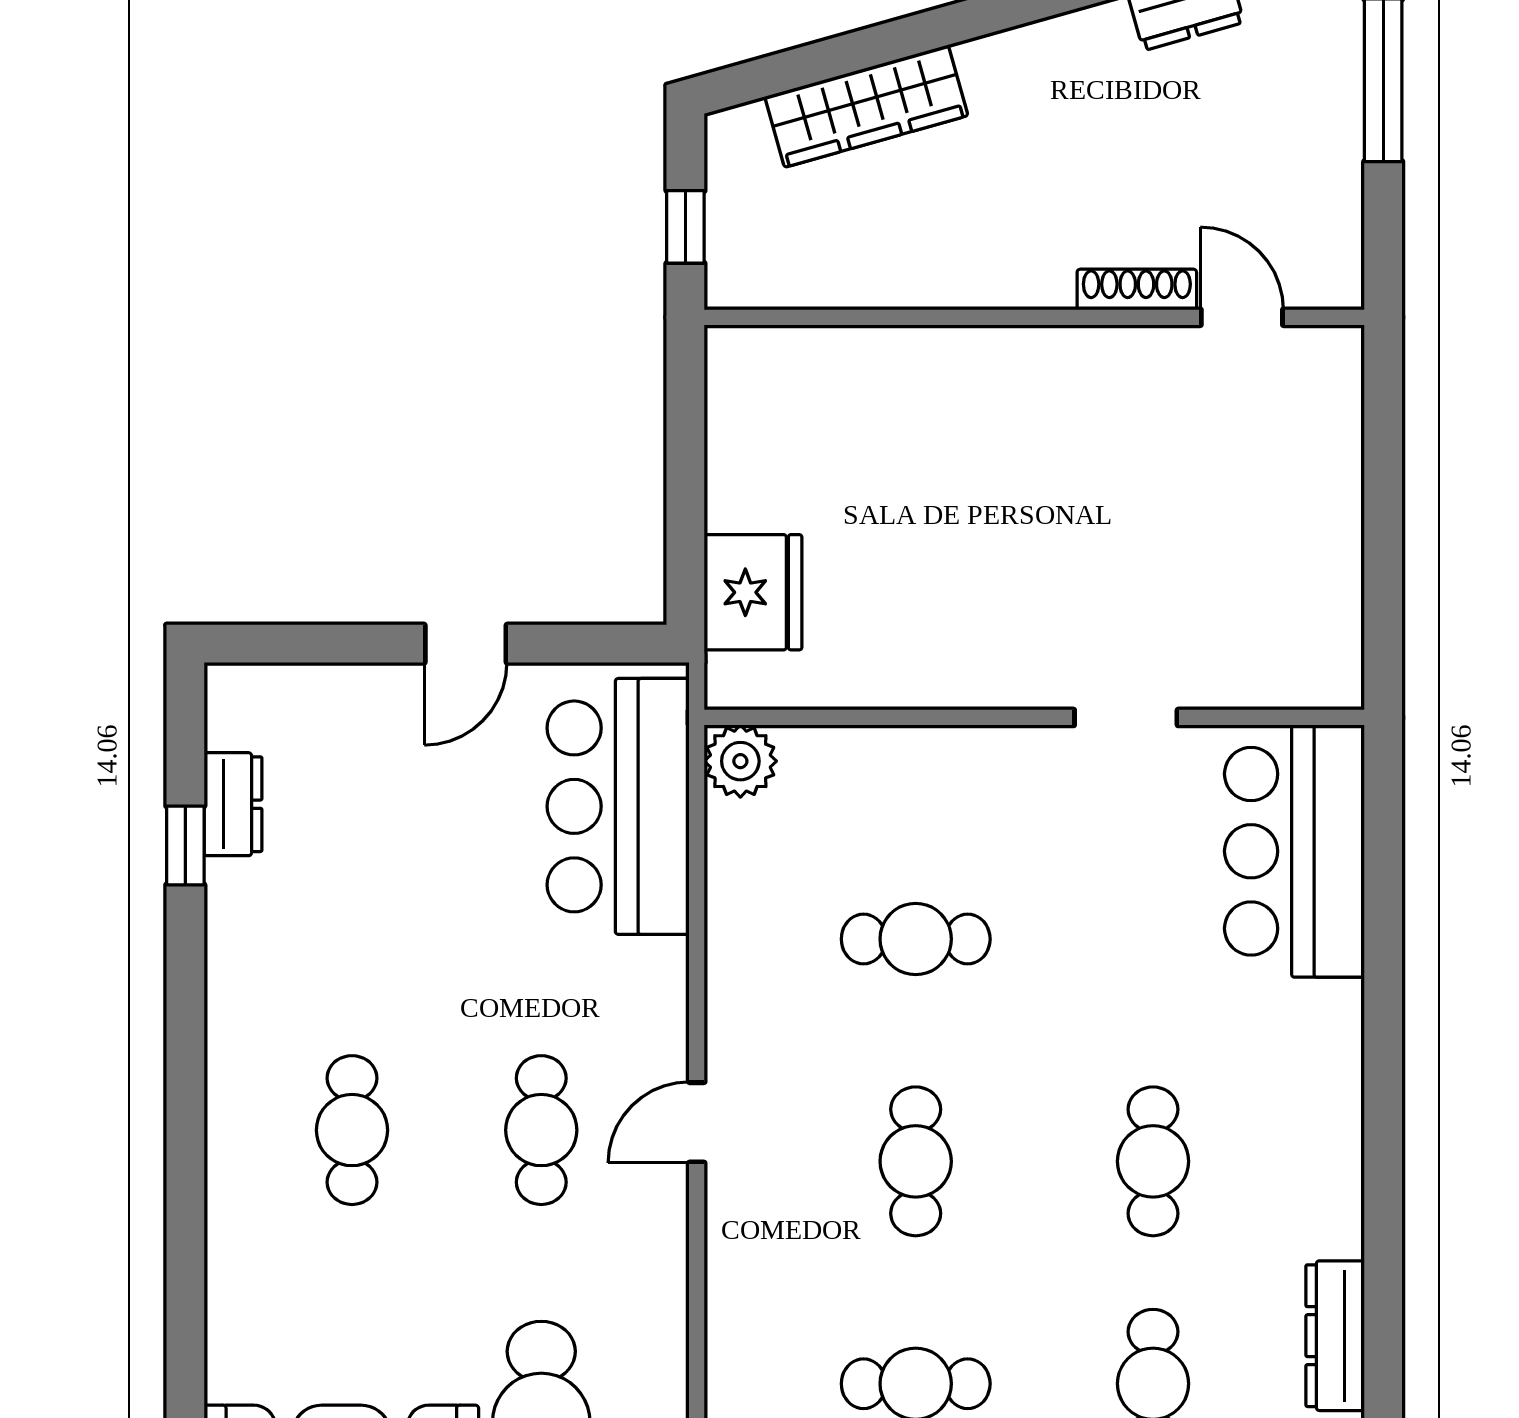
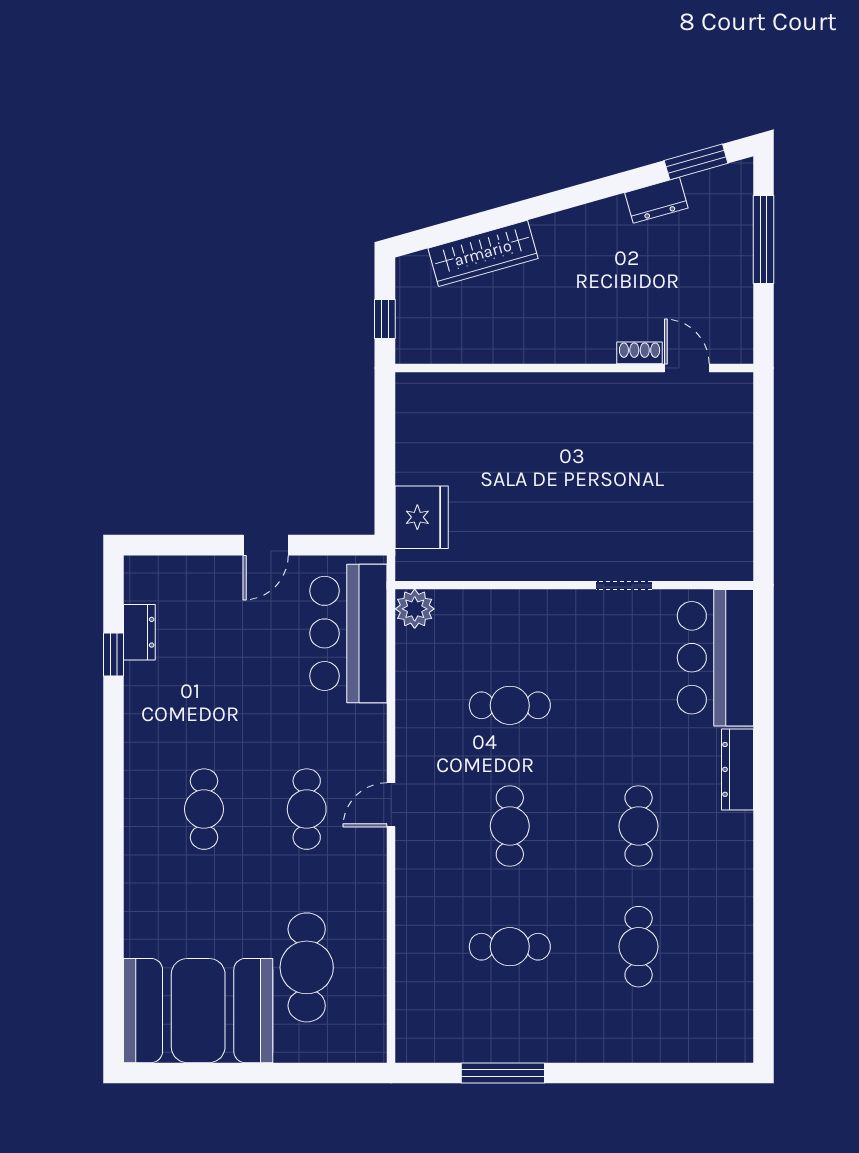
shoe rack: (1137, 290) -> (640, 353), width x0.70
dresser: (1335, 1336) -> (737, 769), moved

